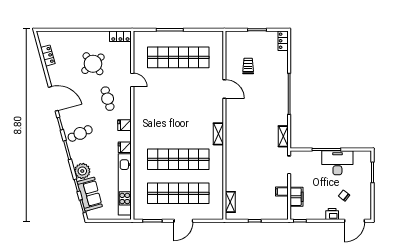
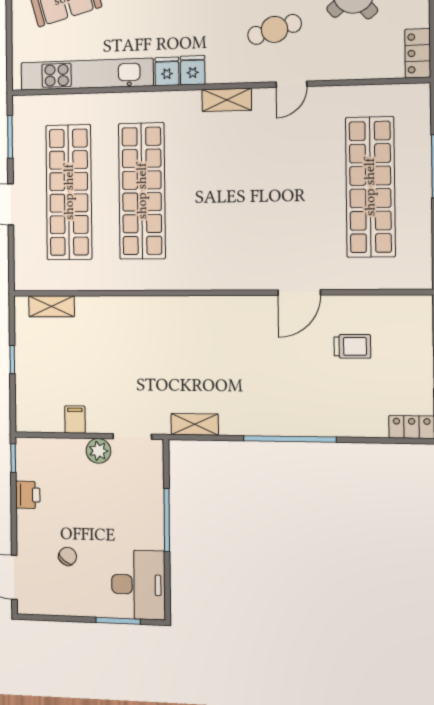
door: (132, 80) -> (291, 84), moved
fridge: (125, 125) -> (193, 70), moved
shelving: (218, 134) -> (227, 100), moved
desk: (337, 163) -> (138, 585), moved
plant: (296, 181) -> (98, 451), added
filing cabinet: (297, 197) -> (64, 452), removed
printer: (332, 214) -> (28, 495), moved

